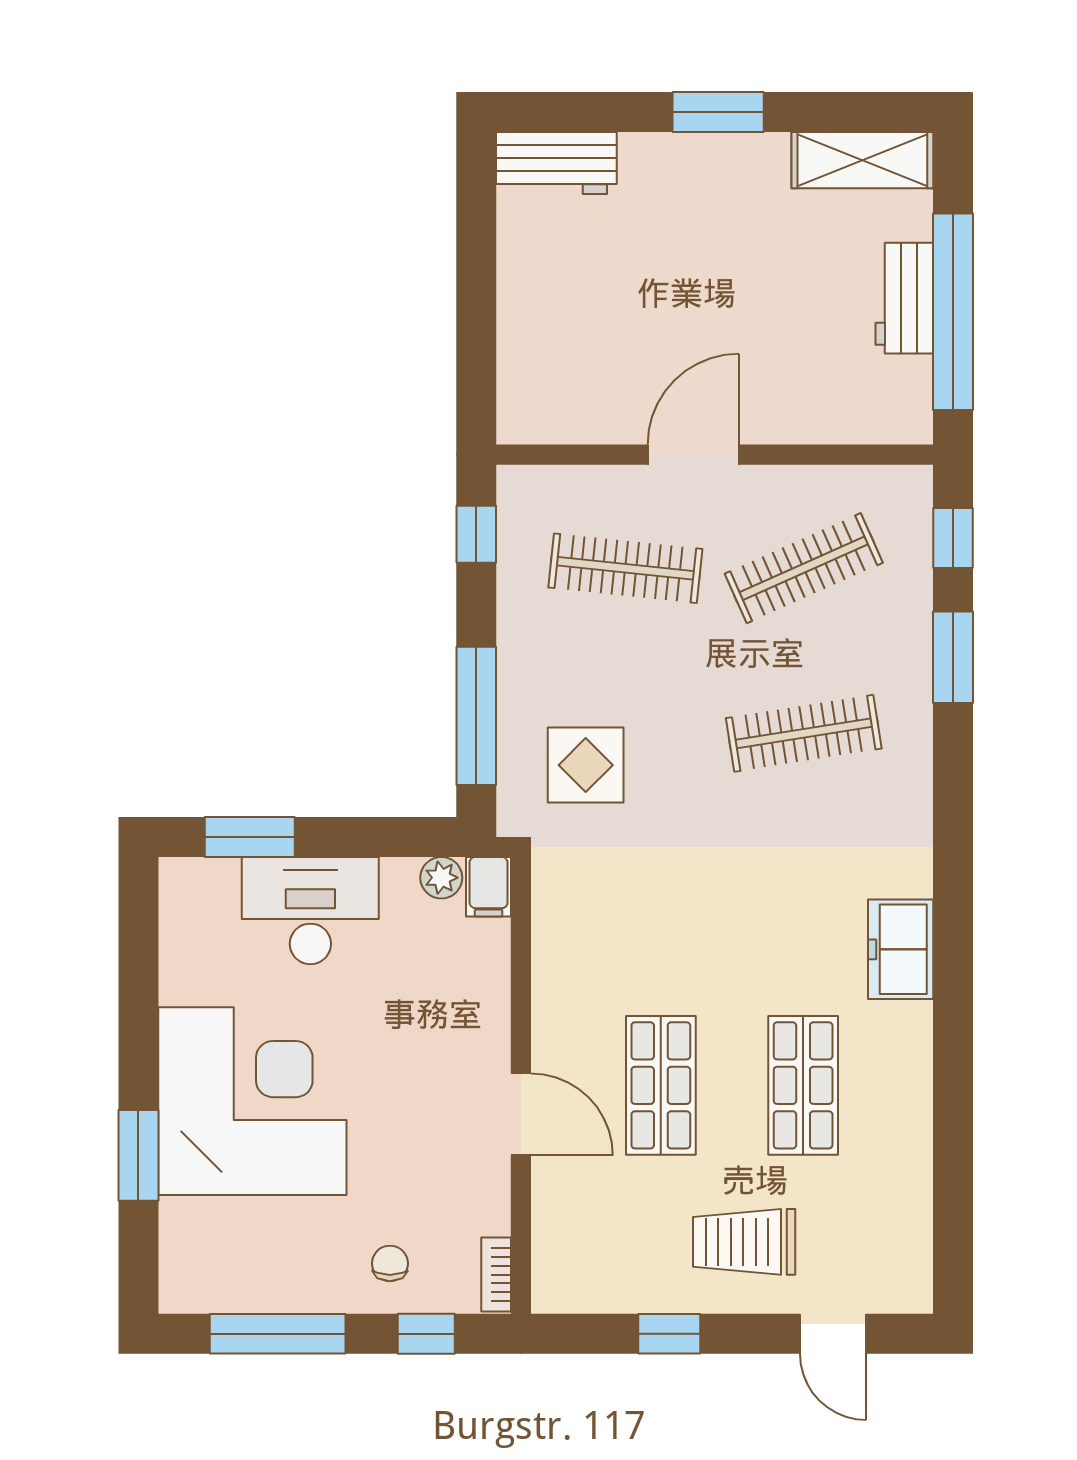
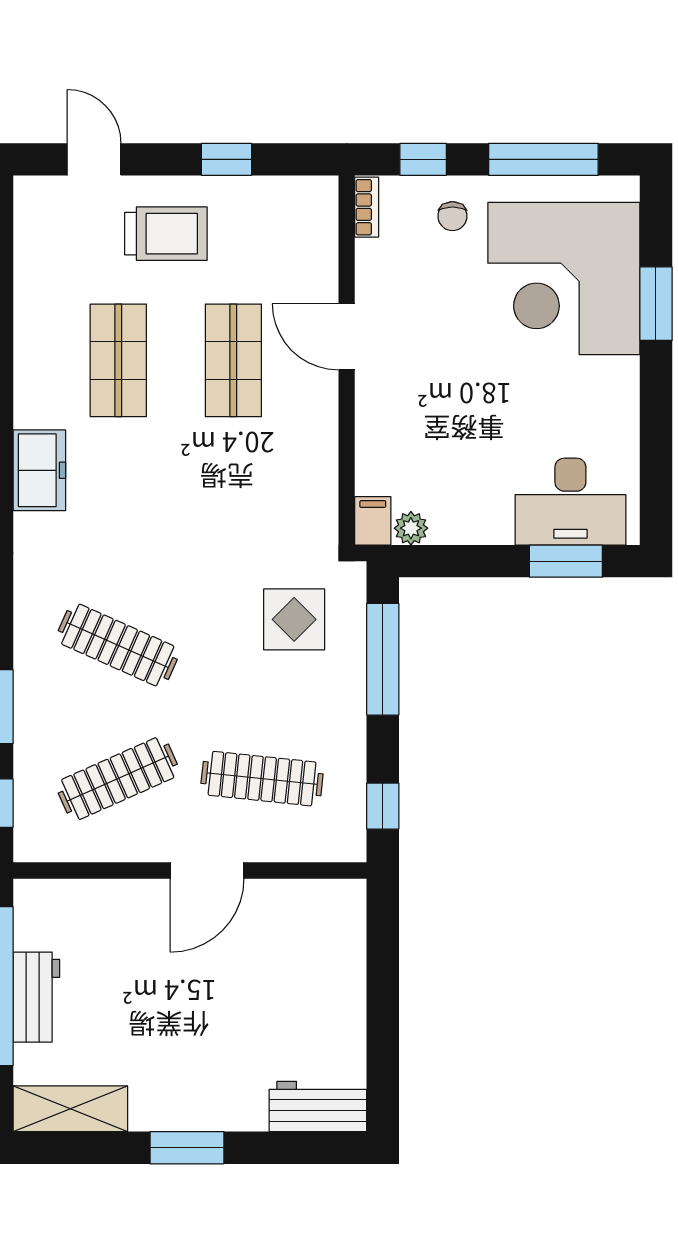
clothes rail: (804, 733) -> (118, 645), turned 33
desk: (310, 911) -> (570, 502), moved
corner desk: (252, 1101) -> (564, 278), moved

